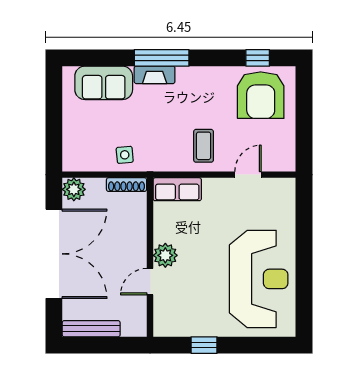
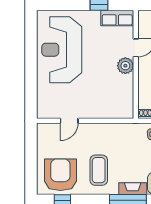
coffee table: (204, 146) -> (99, 170), moved, width x1.36, depth x1.30
row of seats: (177, 189) -> (117, 18), moved, turned 180

